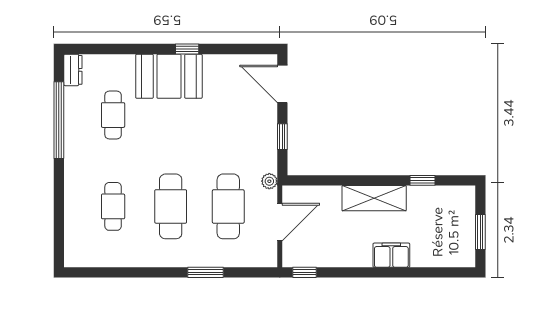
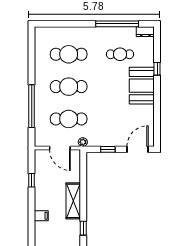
window: (187, 49) -> (157, 69), moved
cafe table: (113, 206) -> (69, 54), width x1.37, depth x1.35
filing cabinet: (391, 255) -> (41, 216), width x0.50
window: (205, 272) -> (32, 106), width x2.11
window: (304, 272) -> (32, 180), moved

